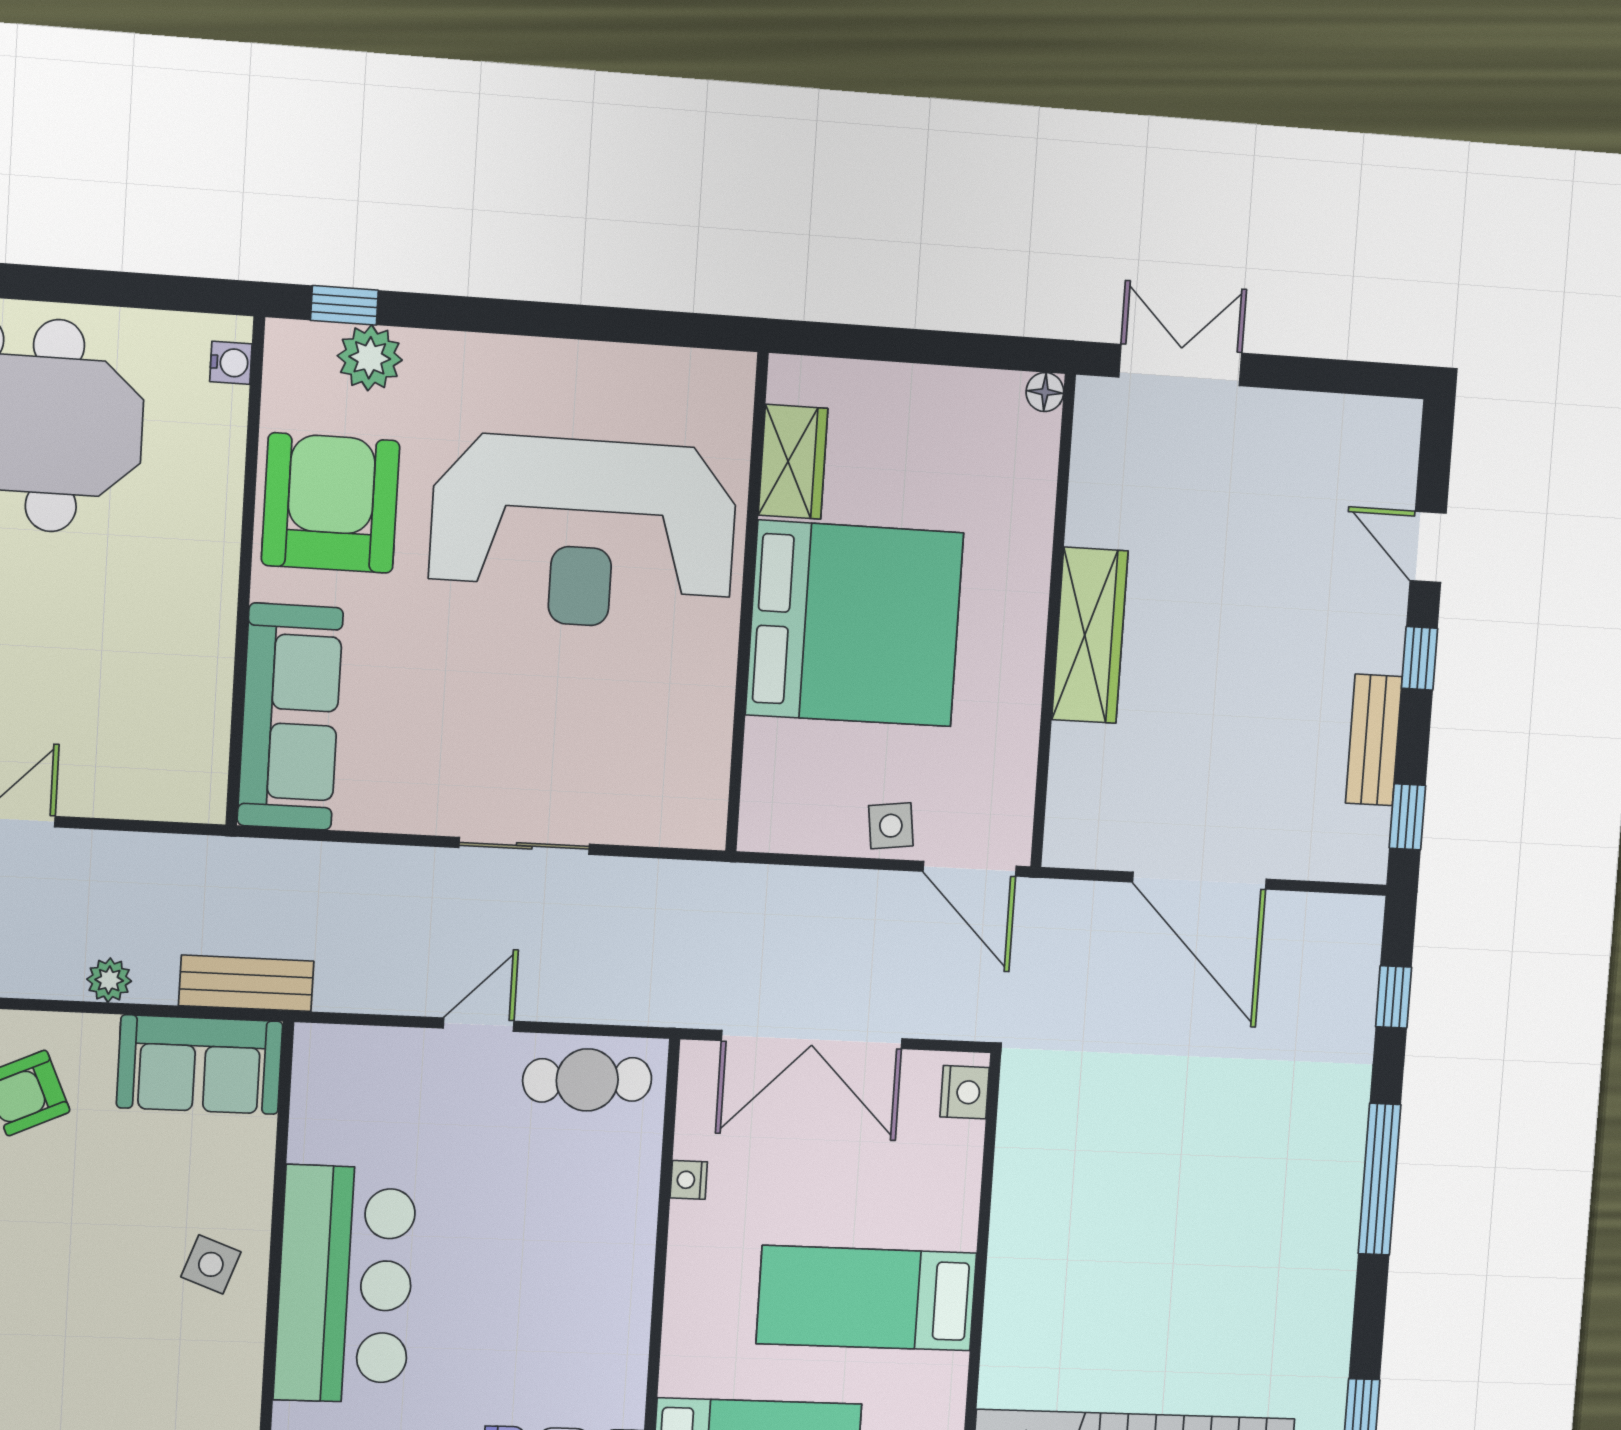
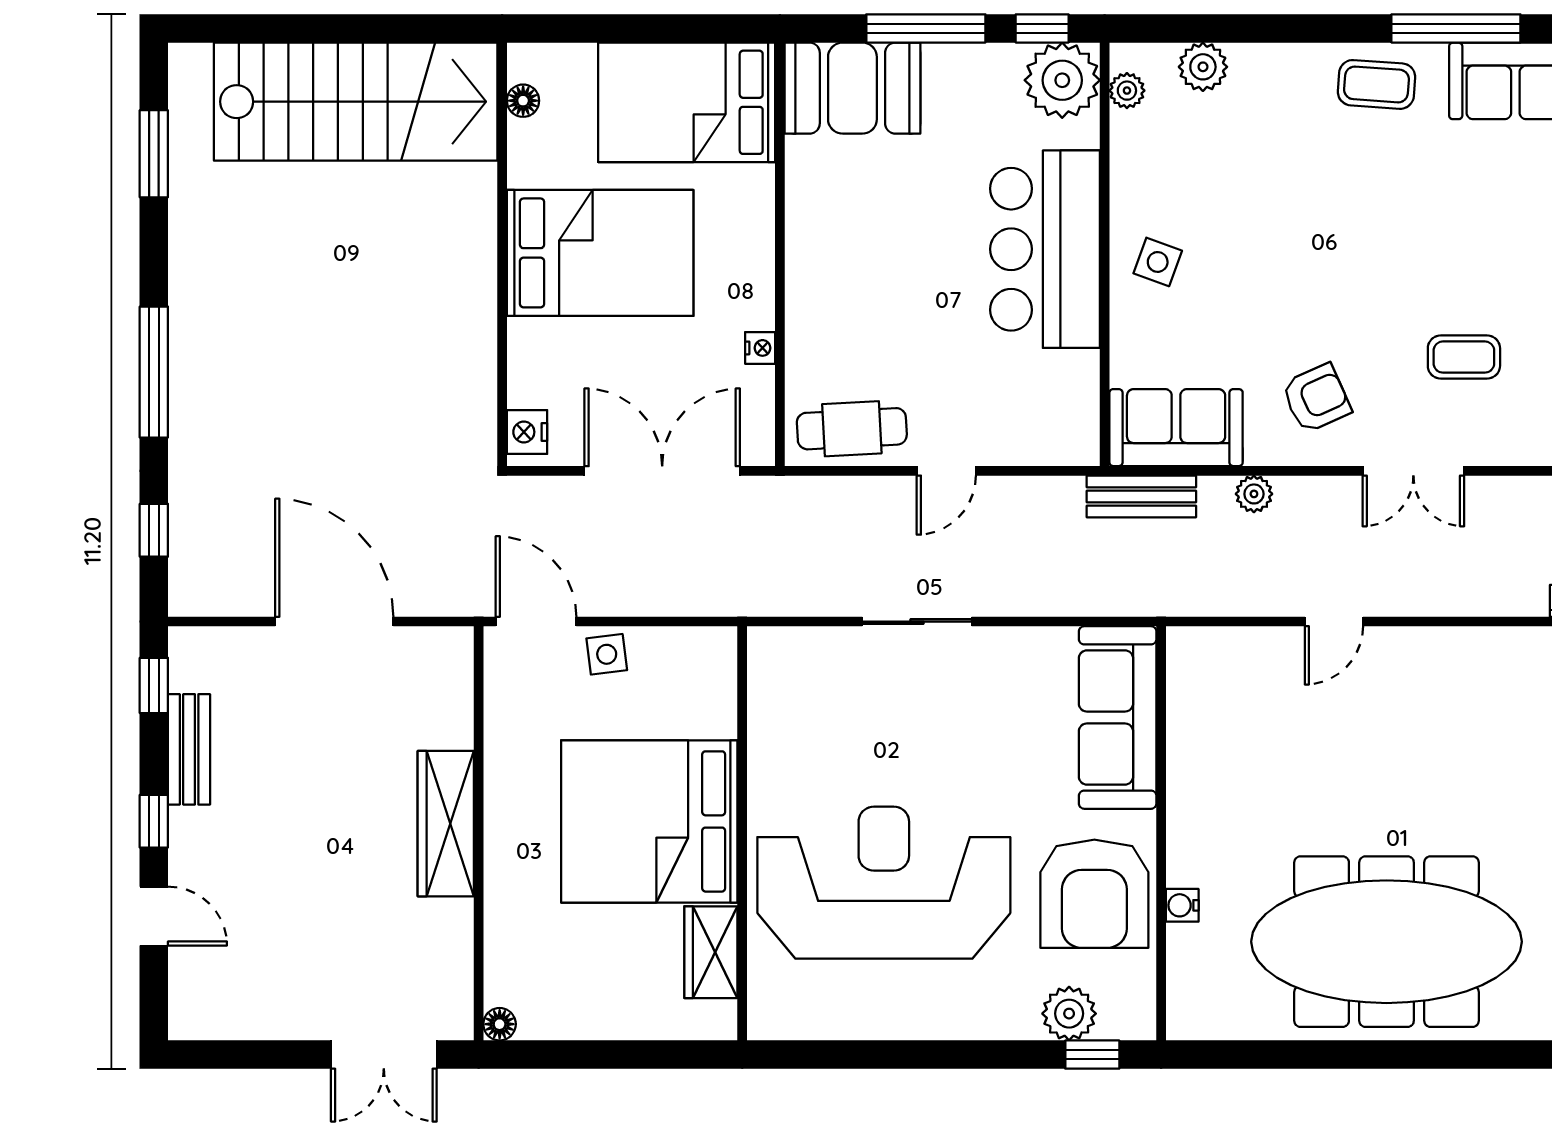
water cooler: (231, 363) -> (1182, 905), moved
bed: (867, 1298) -> (600, 253), width x1.50

